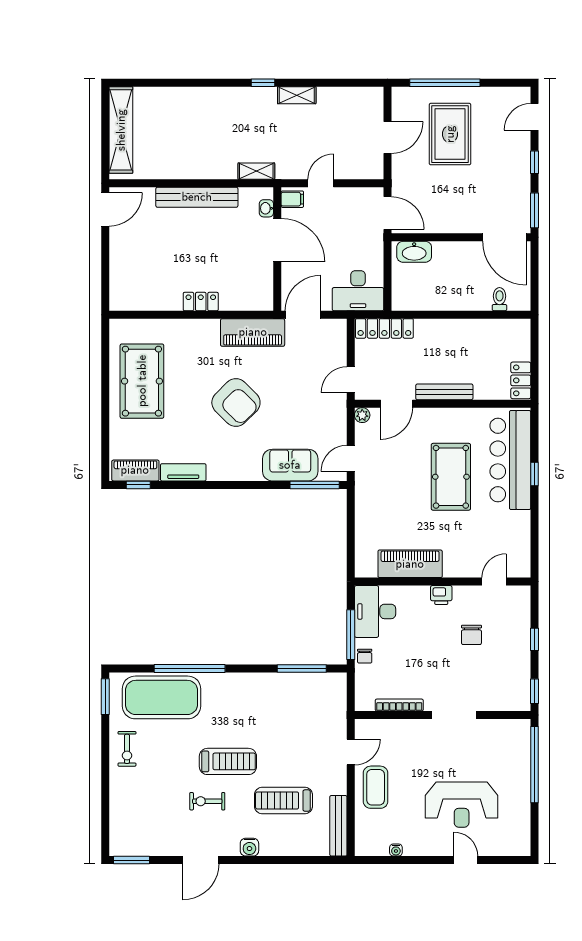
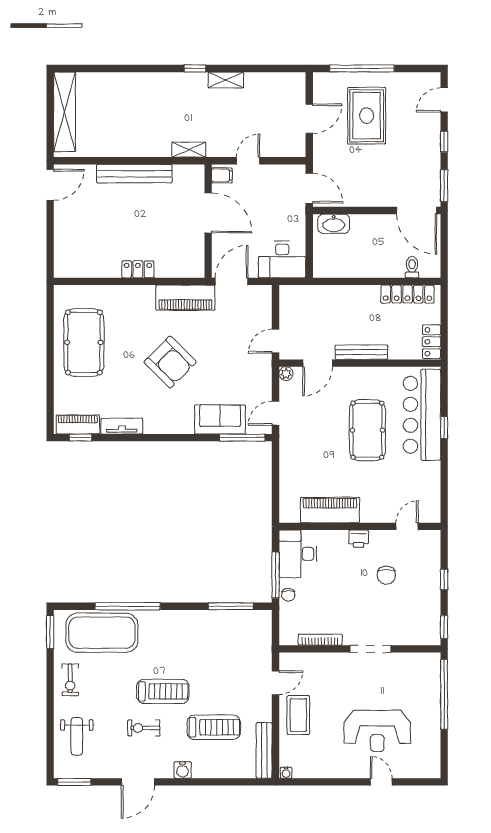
washbasin: (266, 208) -> (198, 184), removed
locker: (384, 328) -> (407, 294), moved
treadmill: (283, 801) -> (214, 727), turned 180
weight bench: (134, 810) -> (77, 736), added
water cooler: (396, 850) -> (286, 773), moved

